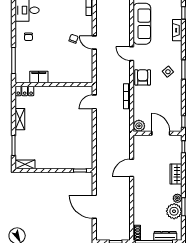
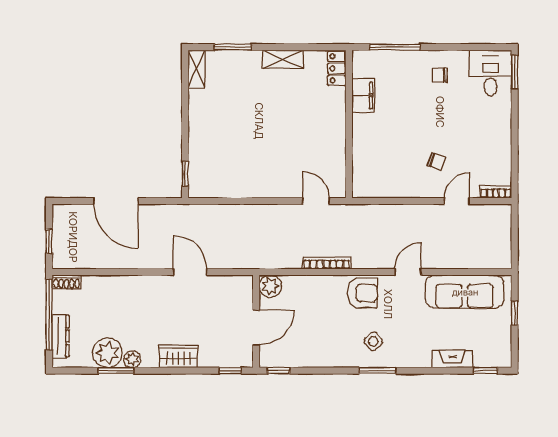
door: (94, 43) -> (457, 201), moved
door: (94, 207) -> (116, 201), swing flipped

